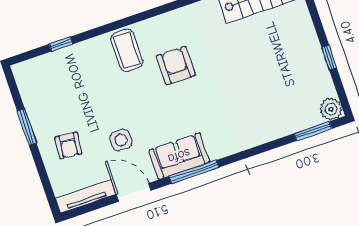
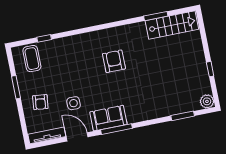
coffee table: (127, 50) -> (32, 59), moved
window: (313, 131) -> (183, 116), moved

